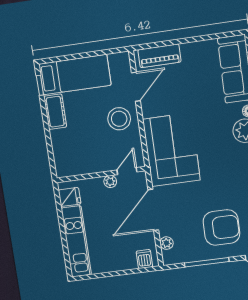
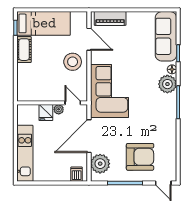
door: (136, 87) -> (89, 39), hinge flipped
door: (127, 171) -> (73, 103), hinge flipped
fridge: (70, 197) -> (46, 113), moved, turned 90
plant: (167, 243) -> (100, 164), width x1.87, depth x1.87

